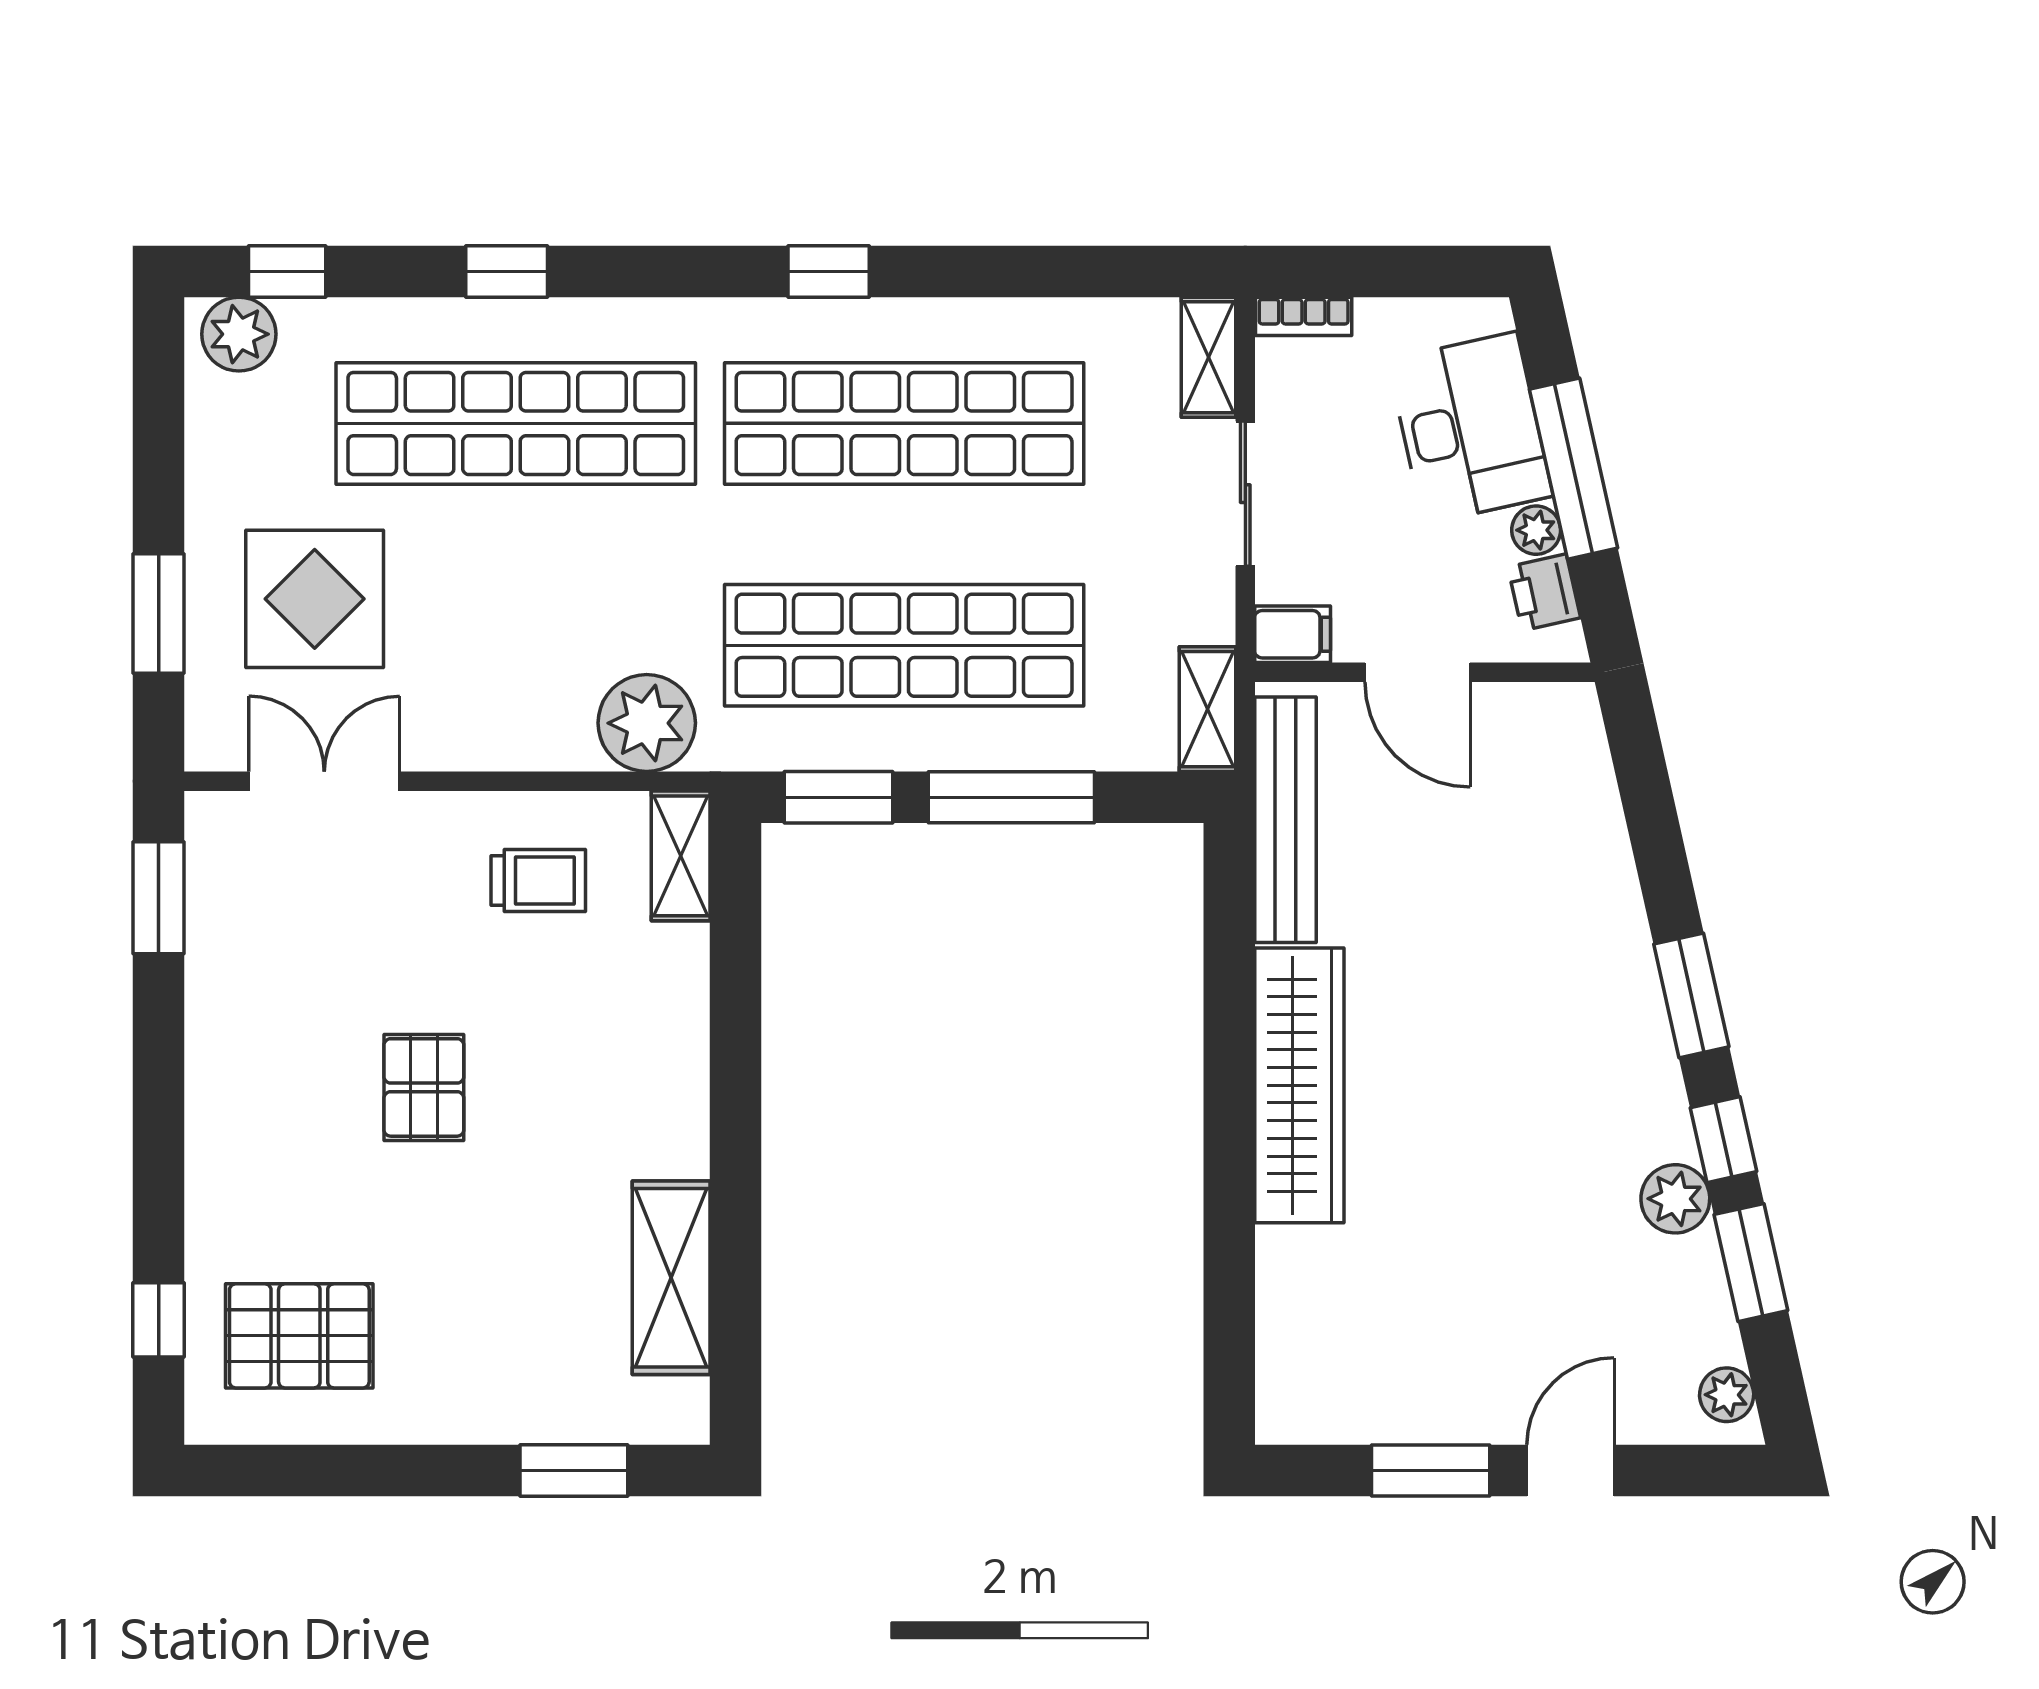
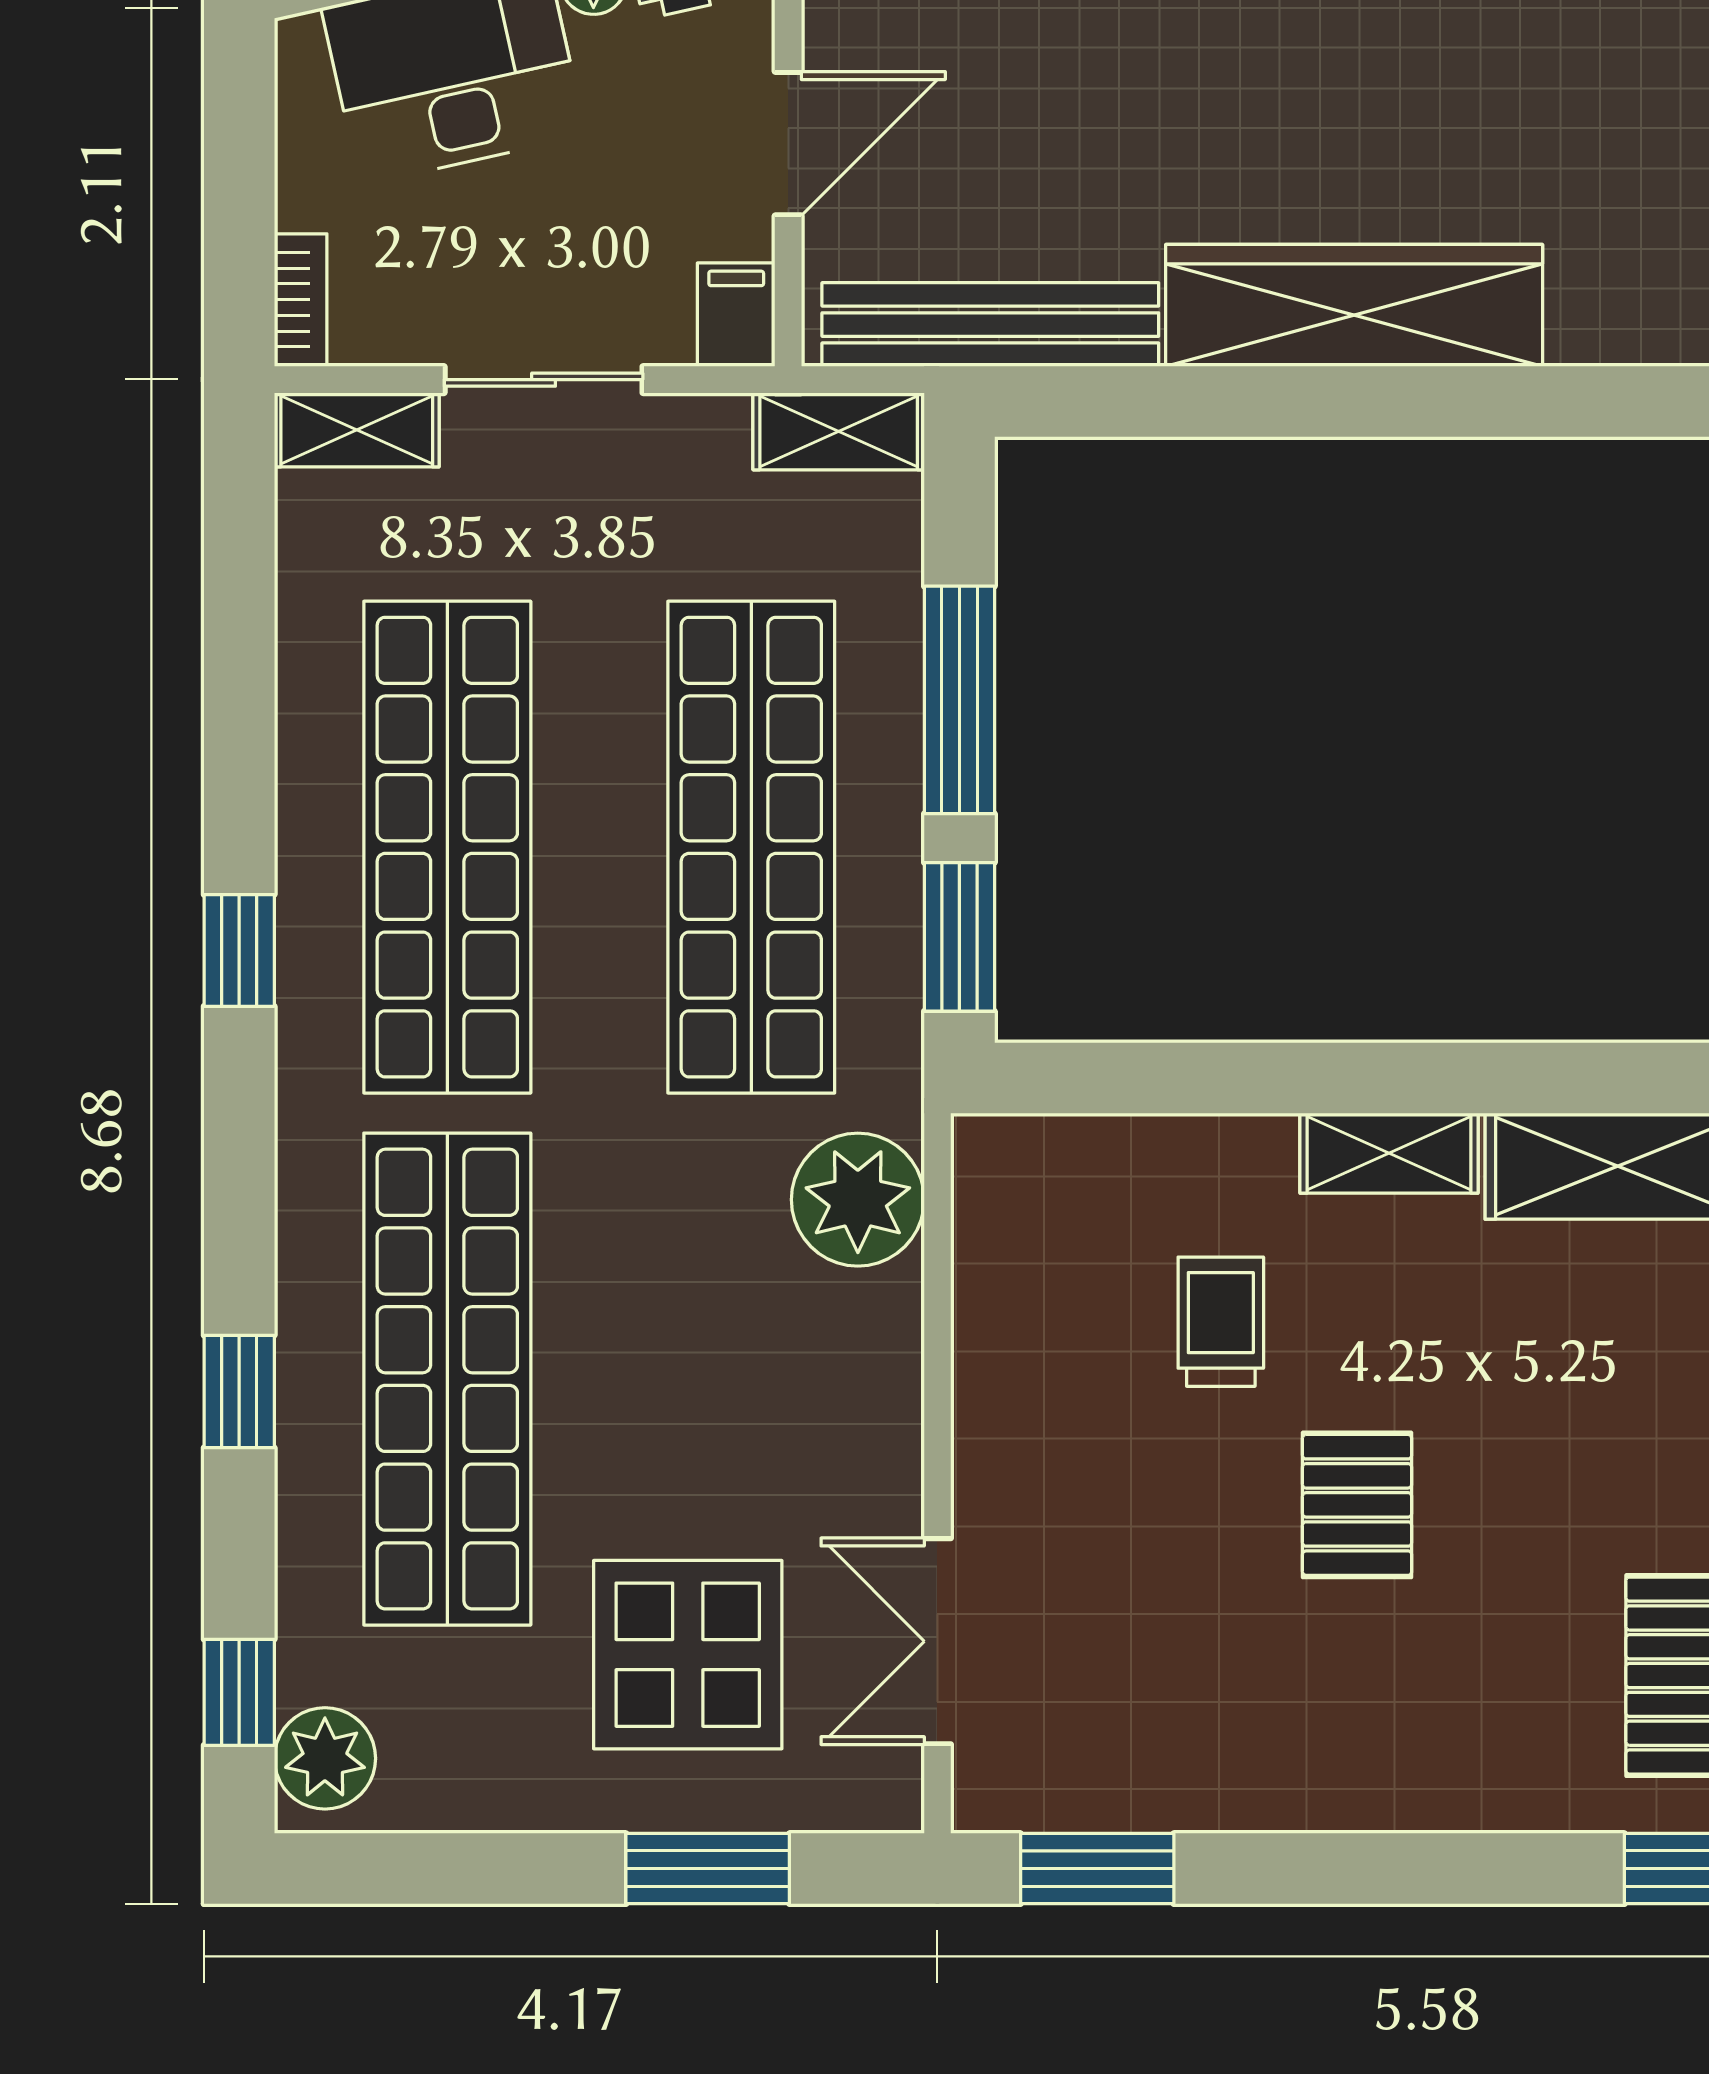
shelving: (681, 856) -> (1389, 1153), moved
trolley: (538, 881) -> (1221, 1322), moved
pallet: (424, 1087) -> (1357, 1505), turned 90

